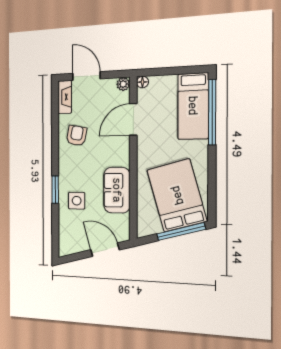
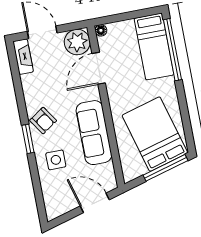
plant: (123, 84) -> (77, 42), width x1.88, depth x1.88
armchair: (76, 136) -> (43, 121), moved, turned 135
window: (55, 190) -> (28, 139), moved
sofa: (117, 190) -> (94, 133), width x1.36

